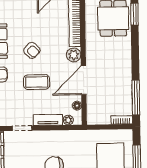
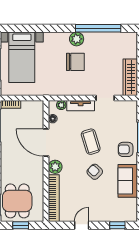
door: (84, 80) -> (46, 143), swing flipped
coffee table: (37, 82) -> (91, 142), turned 73

